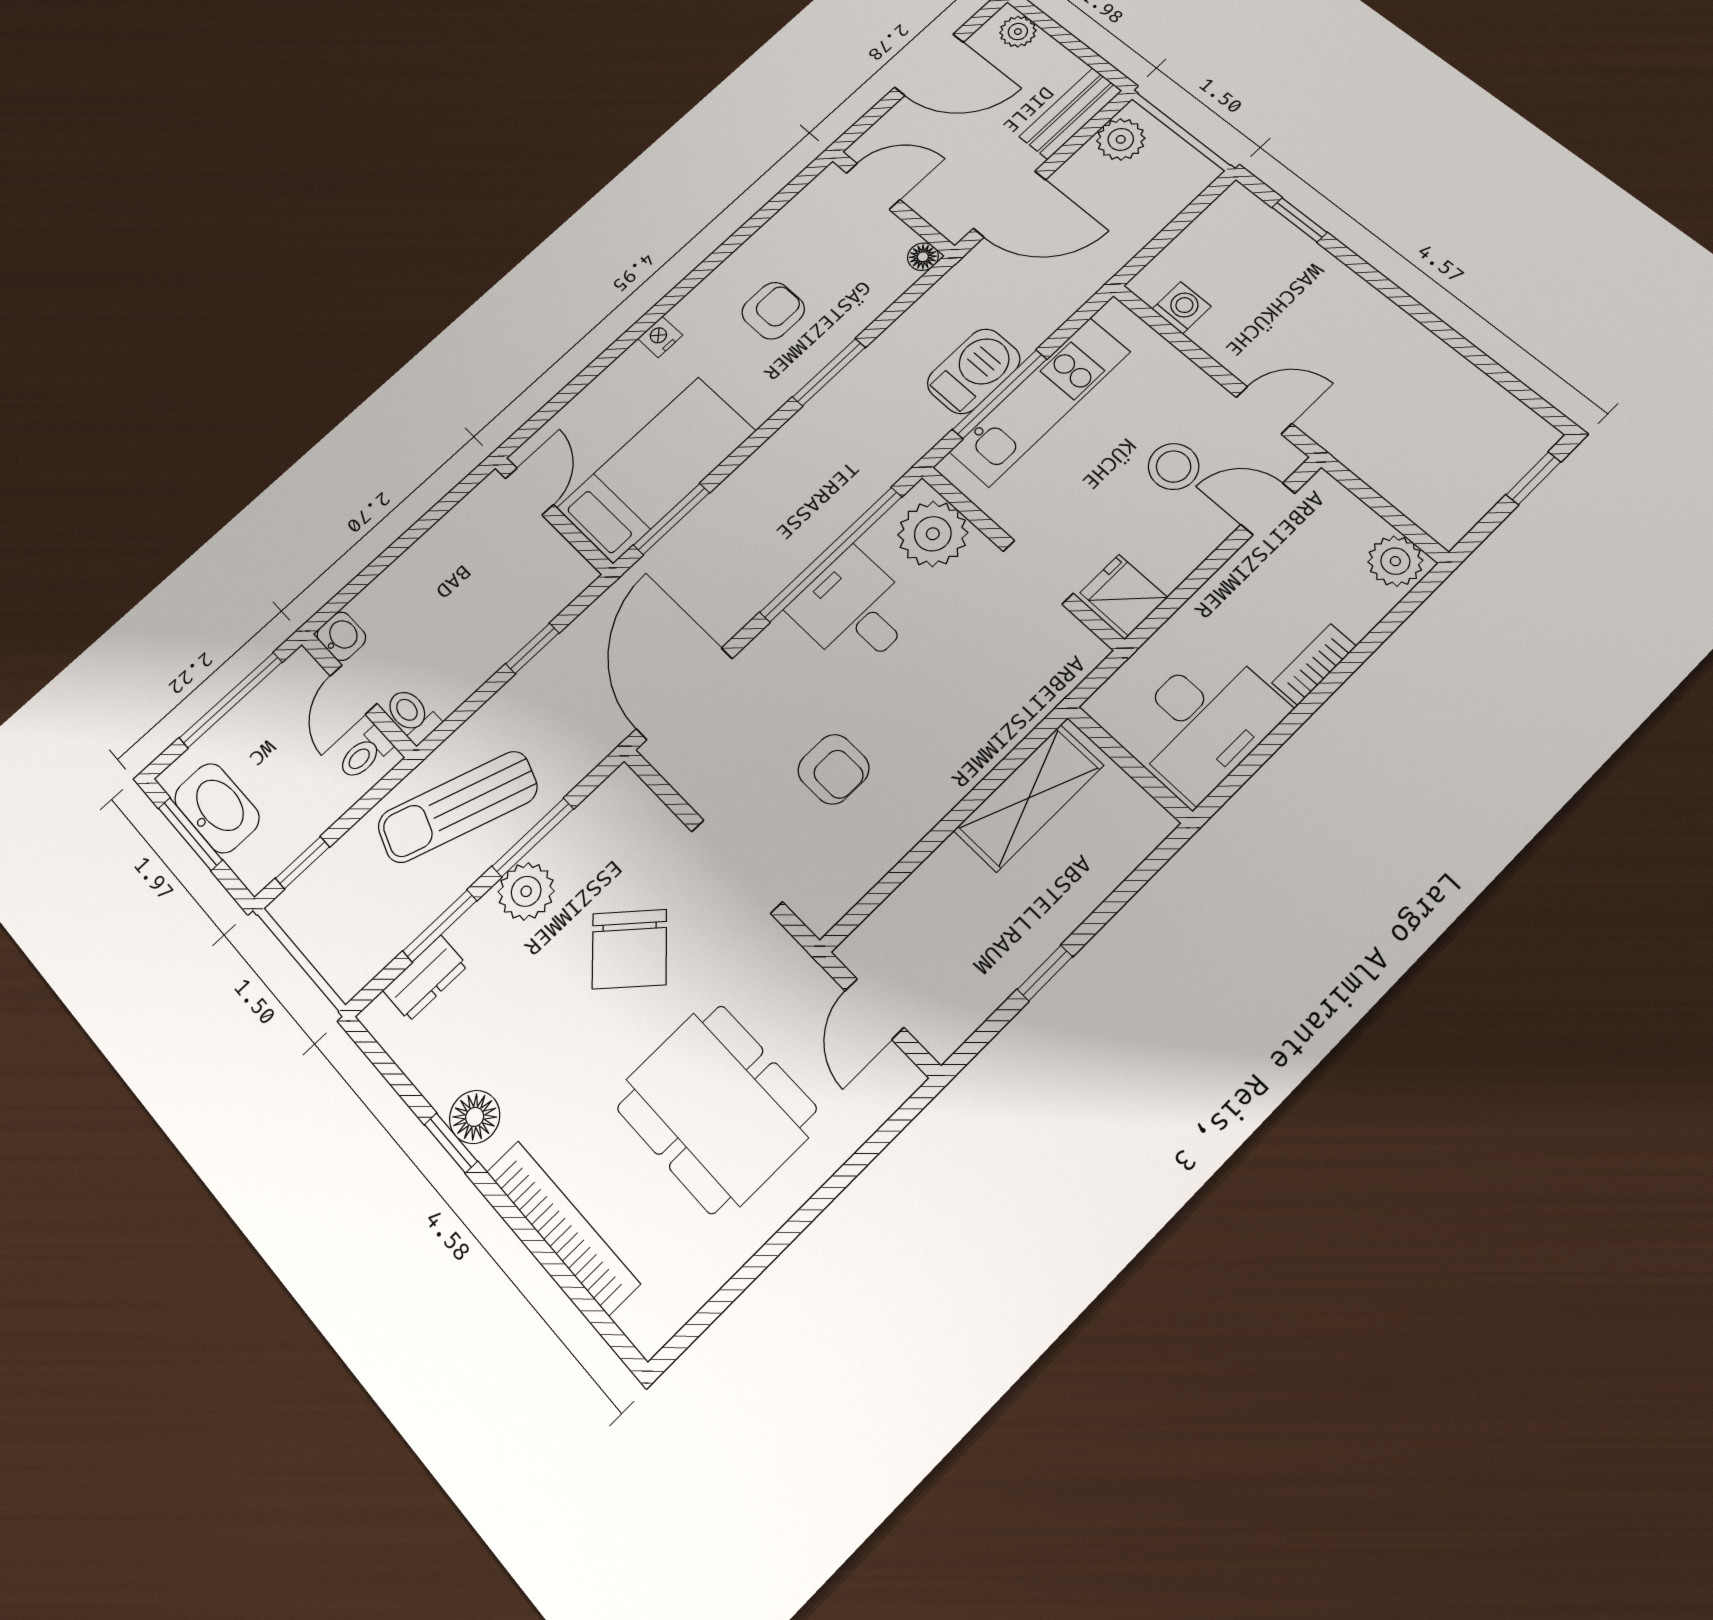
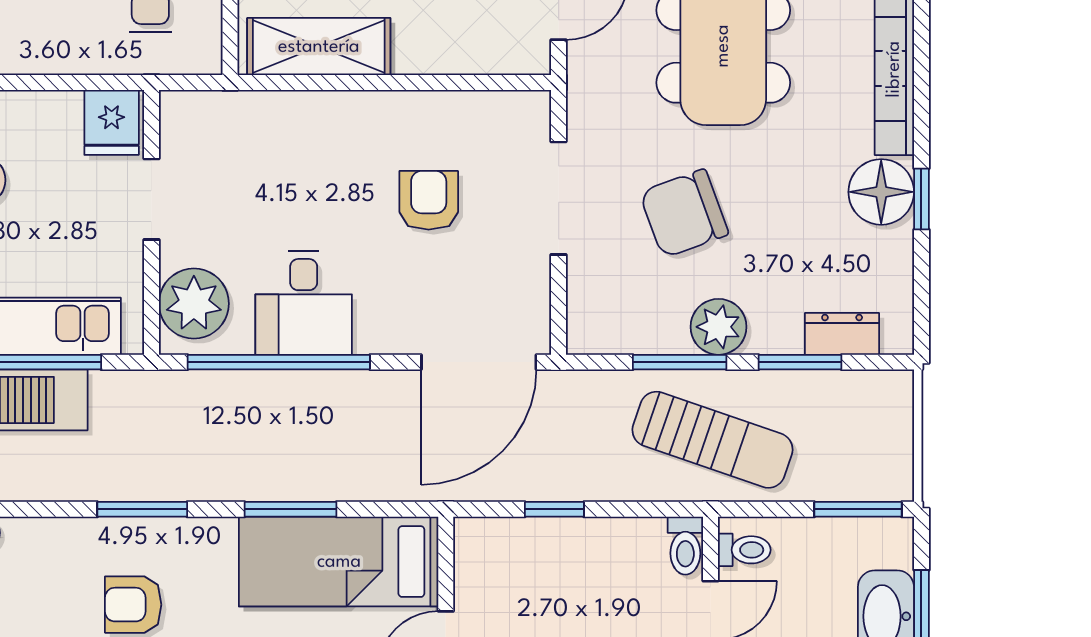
window: (672, 519) -> (291, 509), moved
window: (302, 863) -> (858, 509), width x1.50
chair: (629, 949) -> (684, 213), turned -152
floor lamp: (475, 1117) -> (881, 192), width x1.38, depth x1.38

